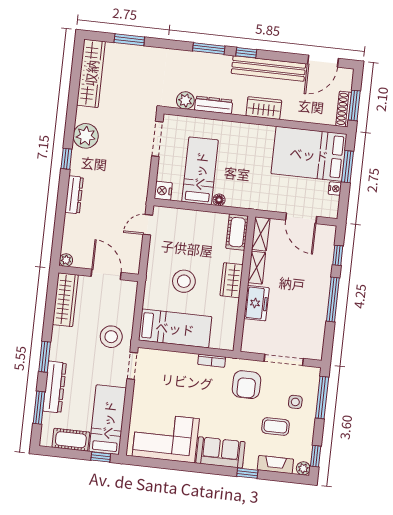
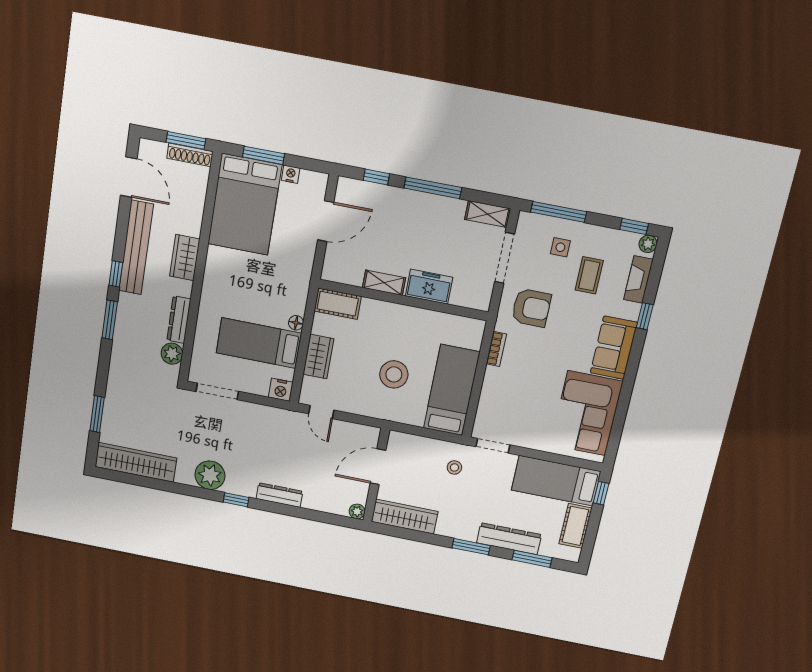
shelving: (261, 234) -> (488, 214), moved
wardrobe: (232, 280) -> (318, 357), moved, turned -90
stool: (111, 337) -> (454, 467), width x0.53, depth x0.53

